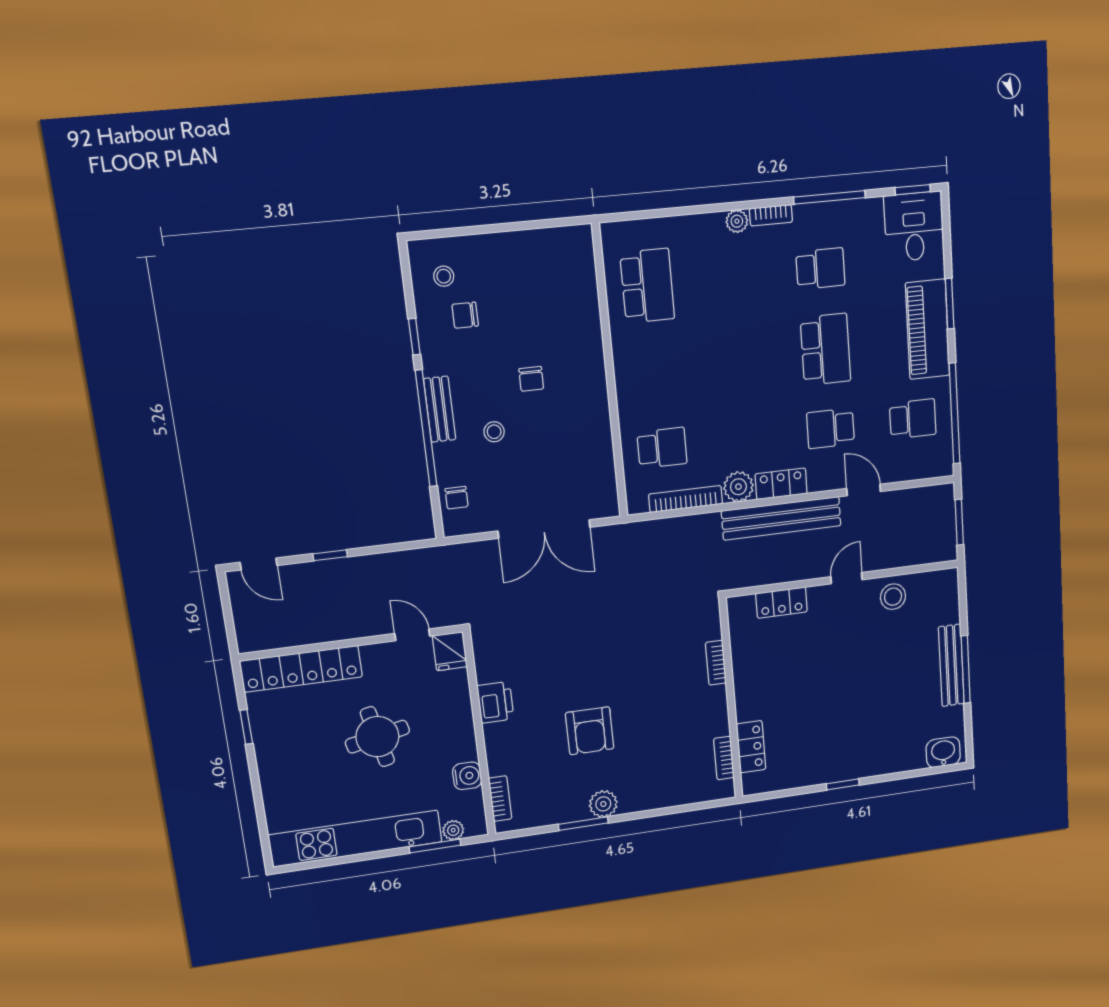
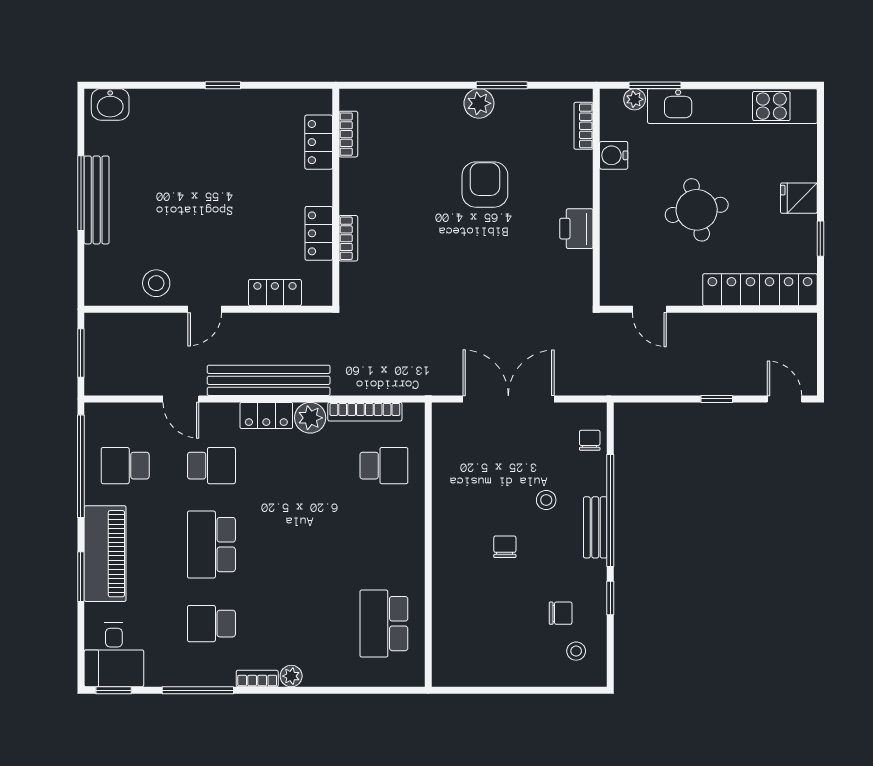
school desk: (662, 448) -> (384, 466), turned 180
fridge: (450, 651) -> (799, 198), moved, turned -90
locker: (744, 663) -> (319, 233), added

